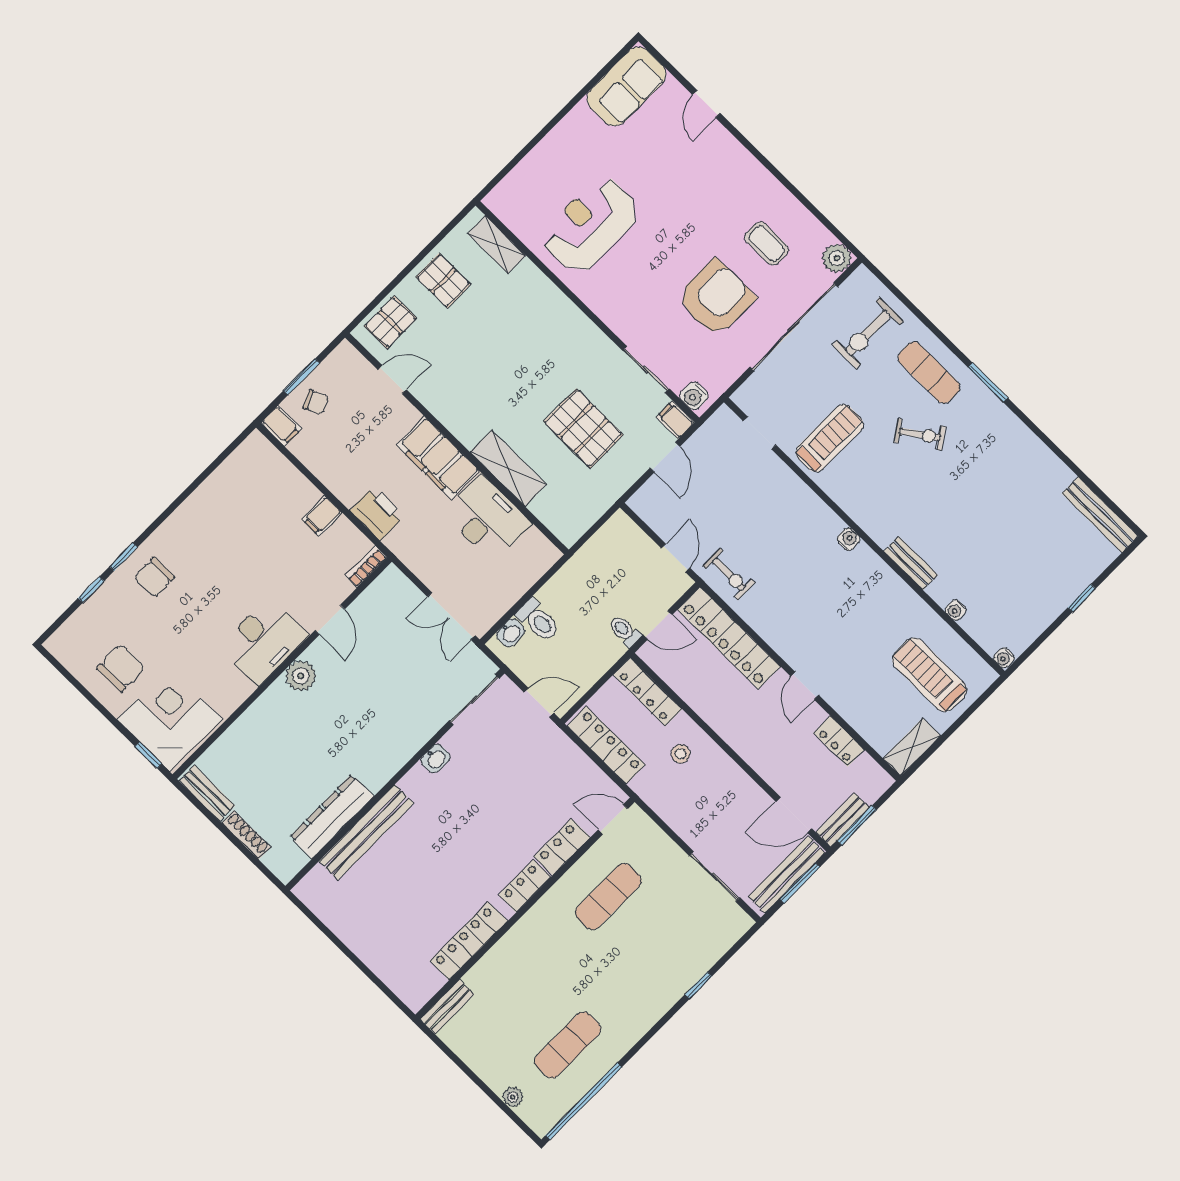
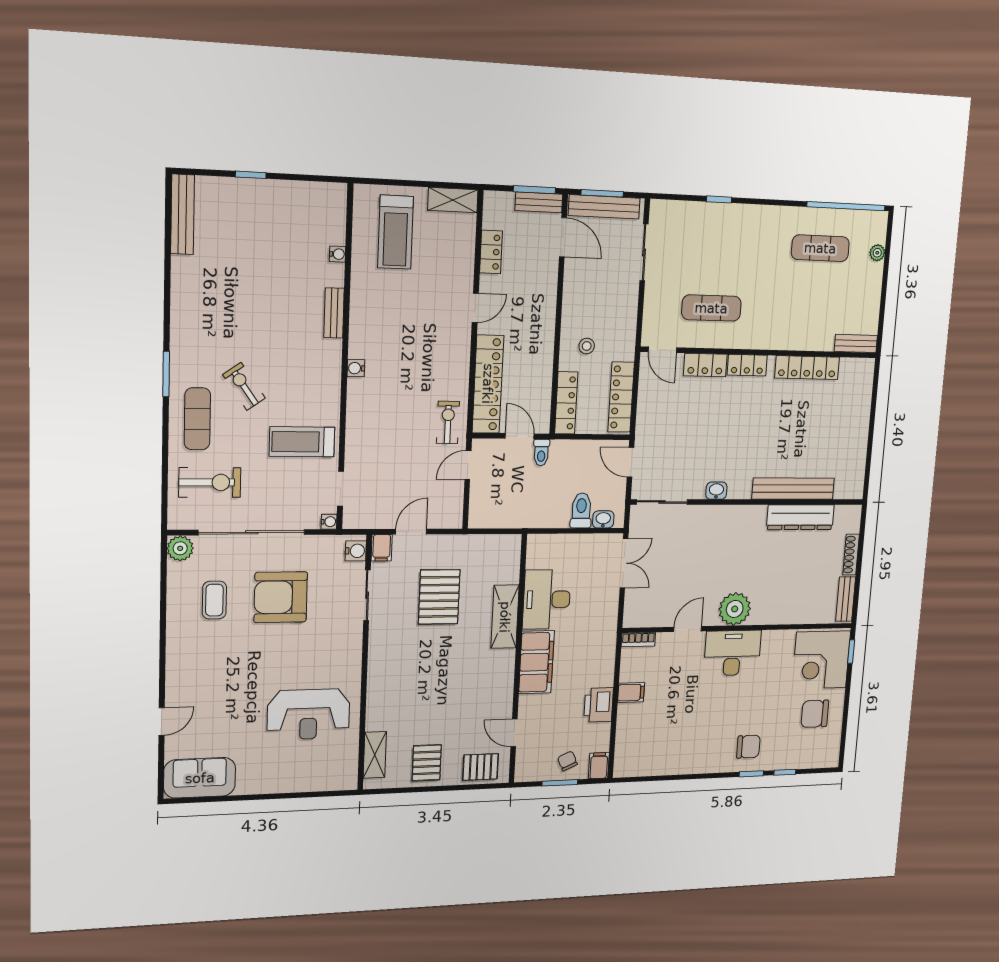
printer: (377, 513) -> (599, 705), moved
water cooler: (1004, 658) -> (329, 522), moved
plant: (301, 676) -> (735, 609), width x1.36, depth x1.36

